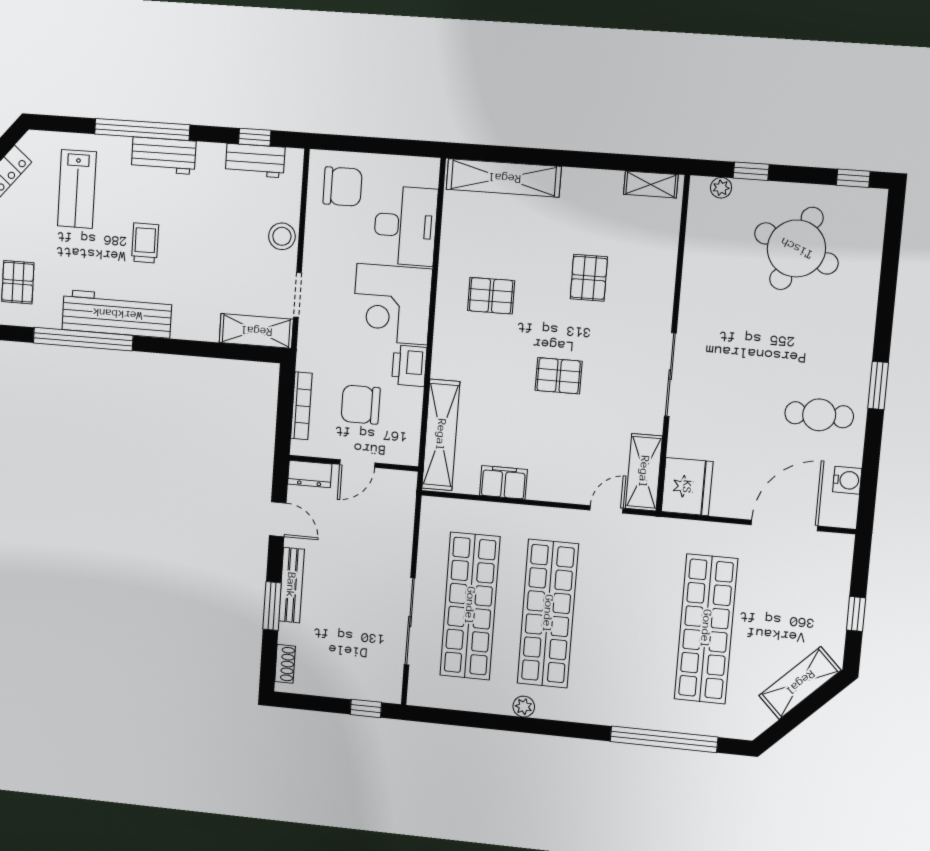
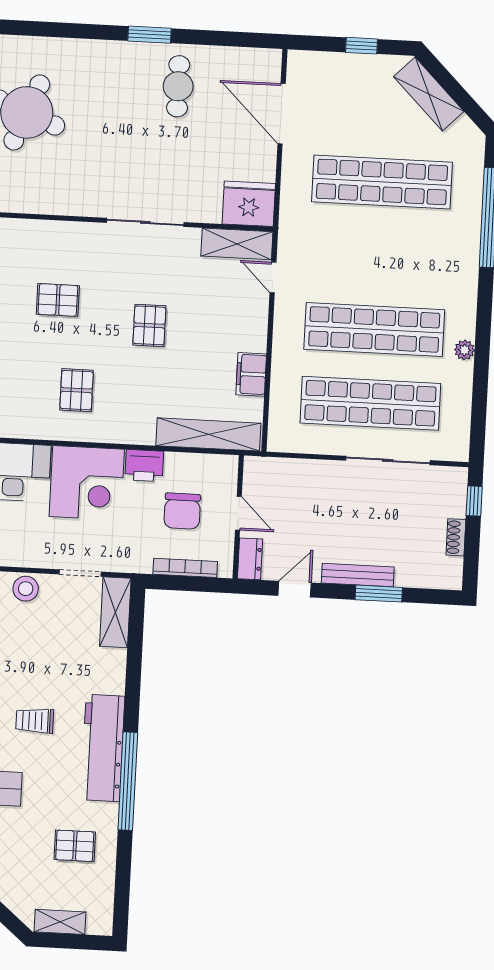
water cooler: (847, 480) -> (237, 59), removed
shoe rack: (285, 664) -> (456, 537), moved, turned -90

